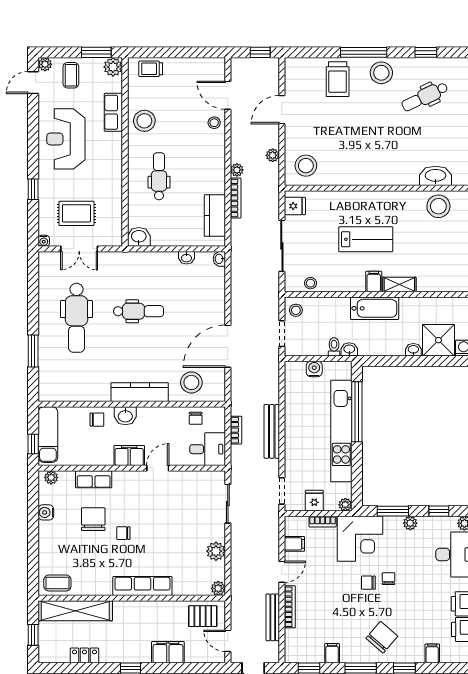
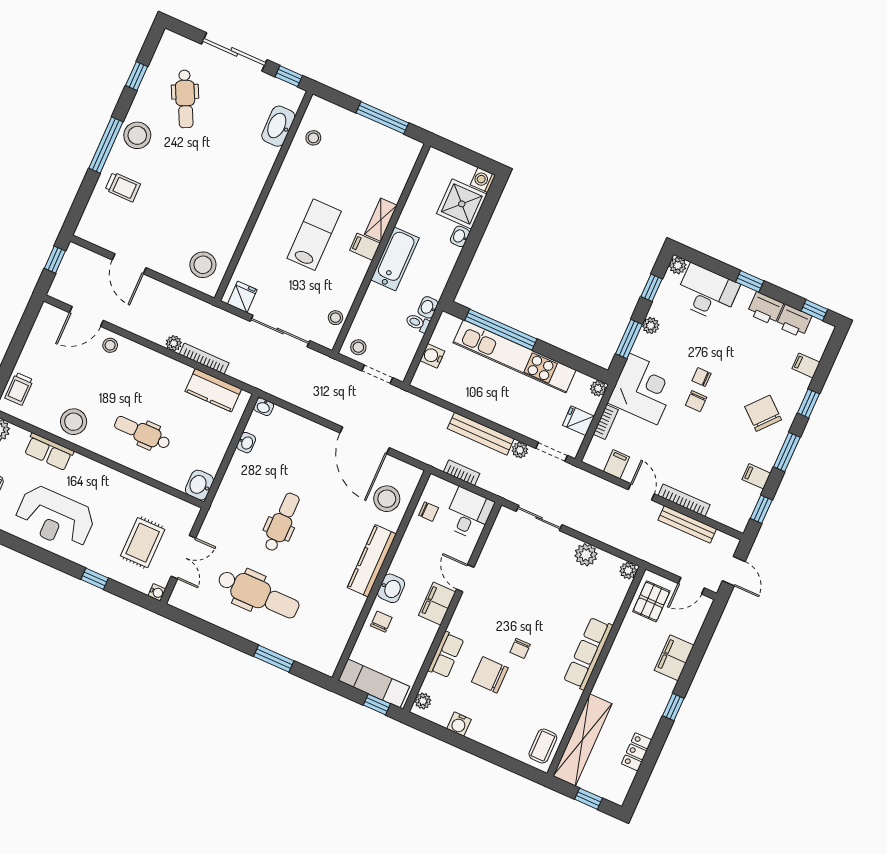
trolley: (338, 79) -> (123, 187), width x0.73, depth x0.72
plant: (273, 155) -> (520, 450), moved
stool: (438, 206) -> (313, 138), width x0.53, depth x0.53

